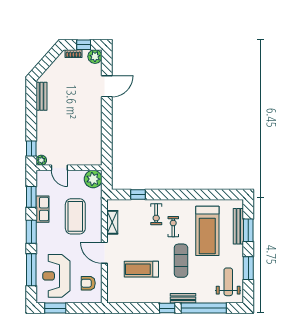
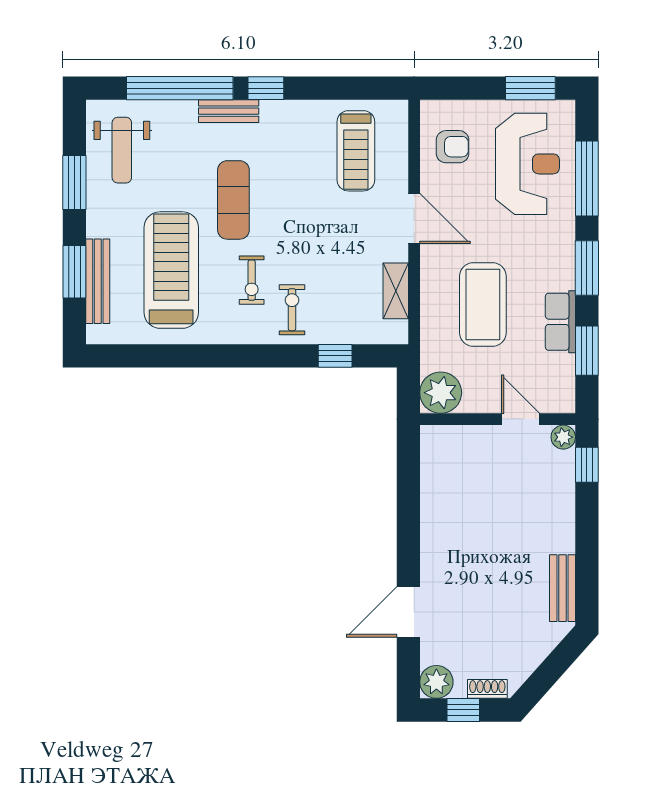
treadmill: (141, 269) -> (356, 151), moved, turned 90

